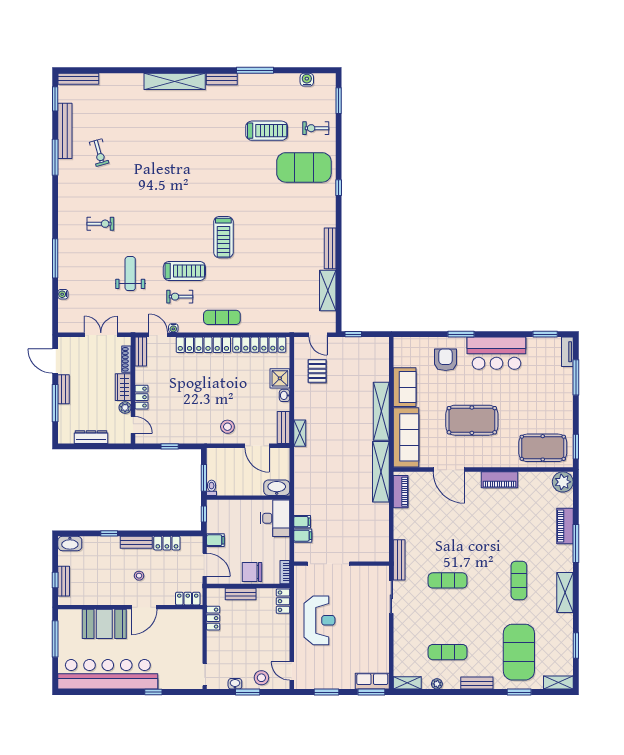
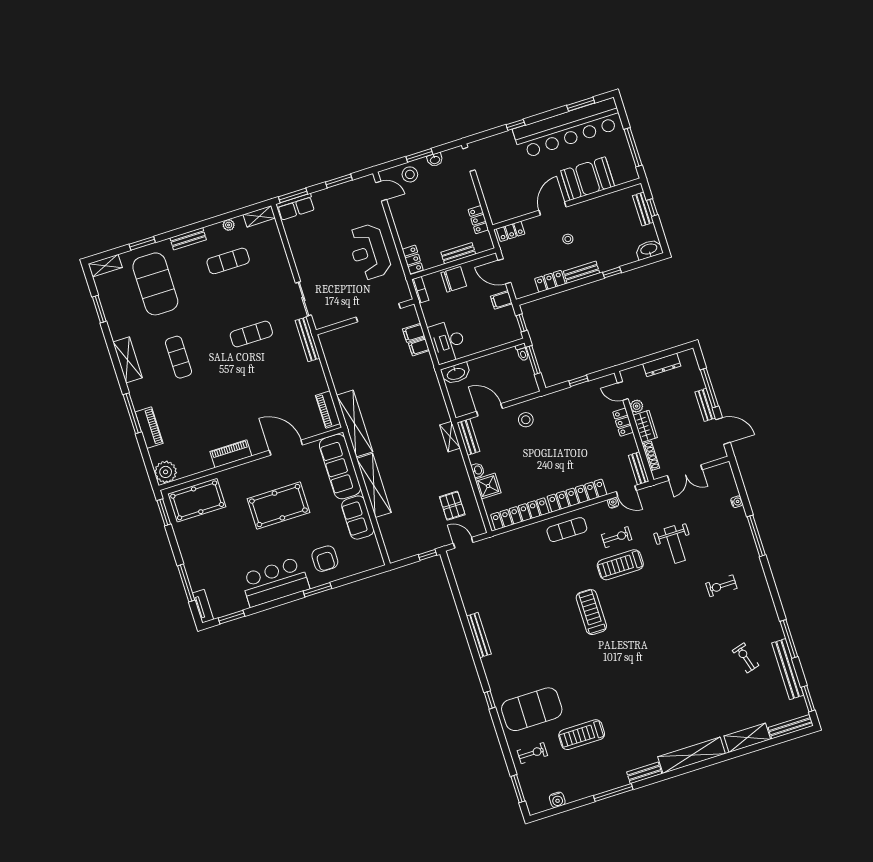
shelving: (328, 290) -> (747, 738), moved, turned 90
window: (90, 692) -> (581, 104), added

